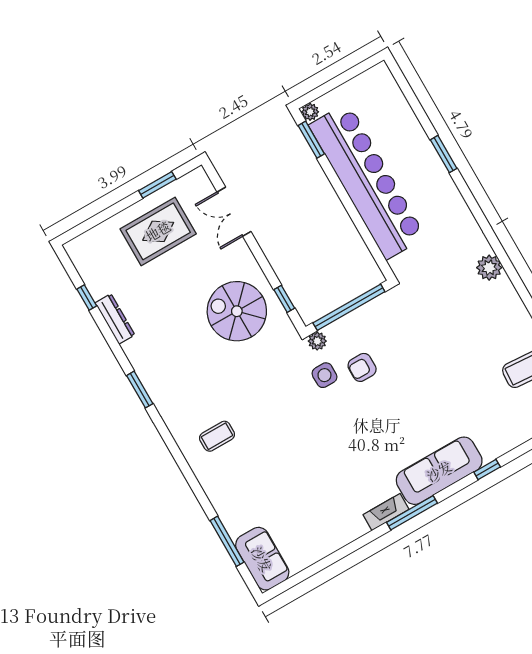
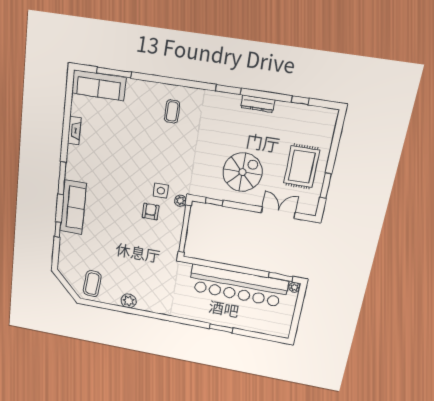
plant: (489, 268) -> (129, 301), moved
spiral stairs: (237, 311) -> (242, 172), moved
dresser: (115, 319) -> (258, 104), moved
fireplace: (386, 512) -> (74, 130), moved
sofa: (262, 559) -> (99, 85), width x1.36

